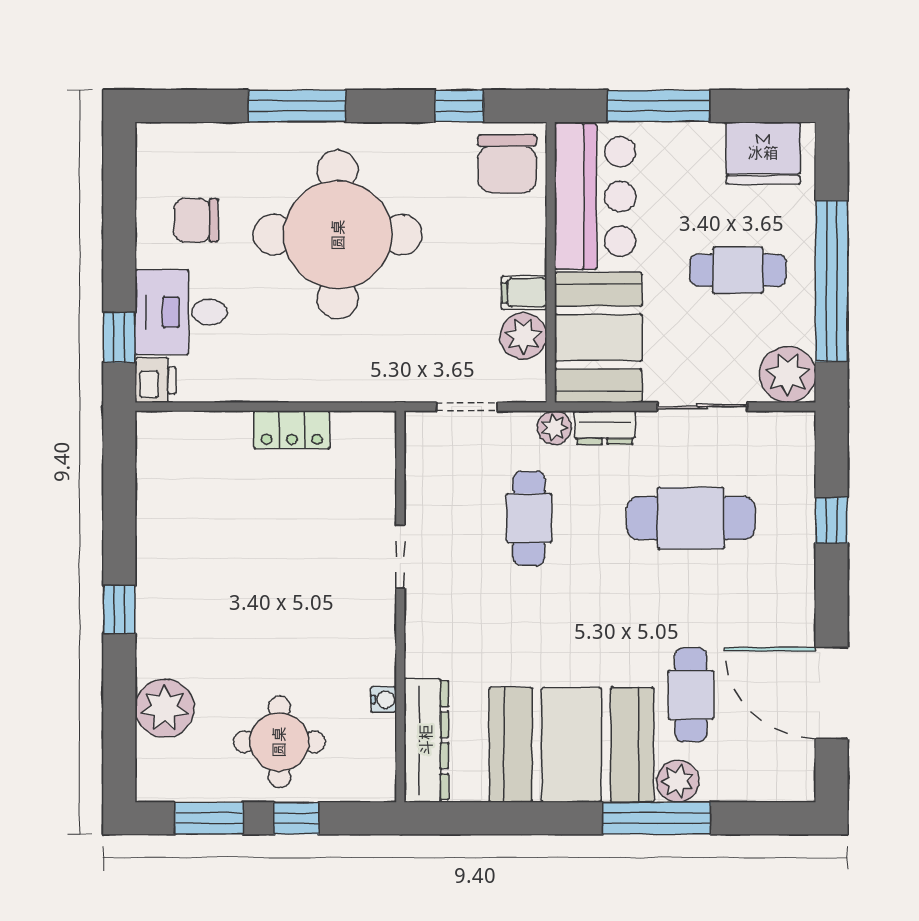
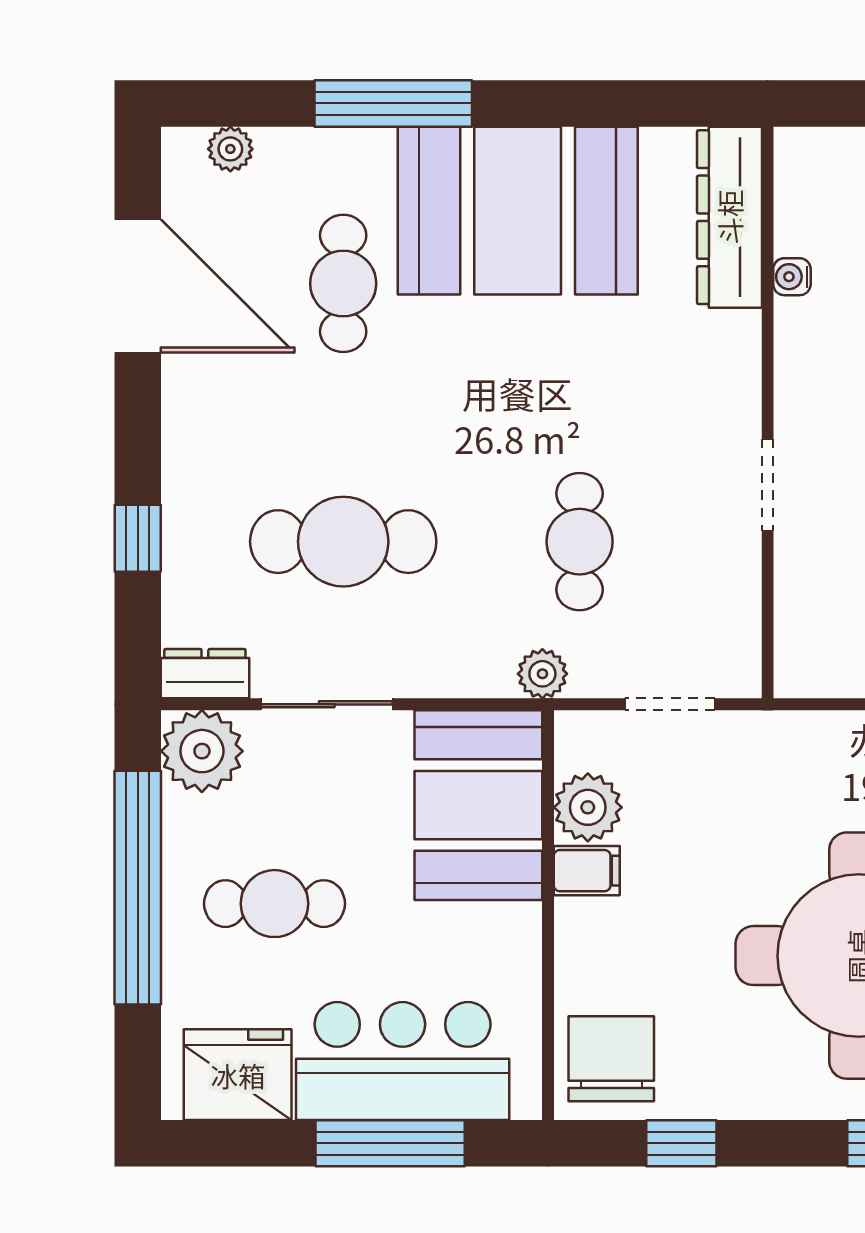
bar counter: (595, 196) -> (403, 1061), moved, turned 90
dresser: (605, 428) -> (205, 674), moved
plant: (678, 781) -> (230, 149), moved, width x0.73, depth x0.73

